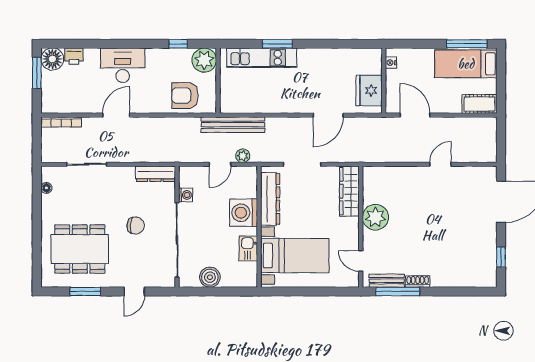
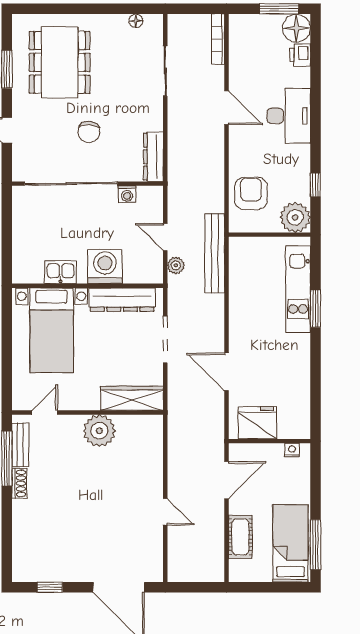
cot: (480, 104) -> (240, 537), moved
boiler: (210, 277) -> (25, 225), removed

